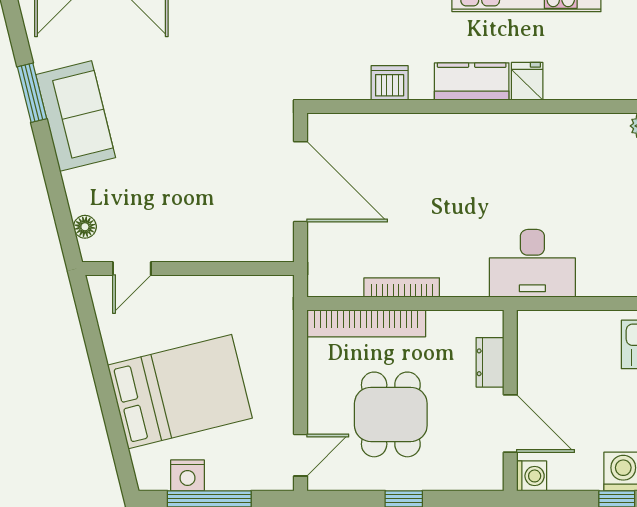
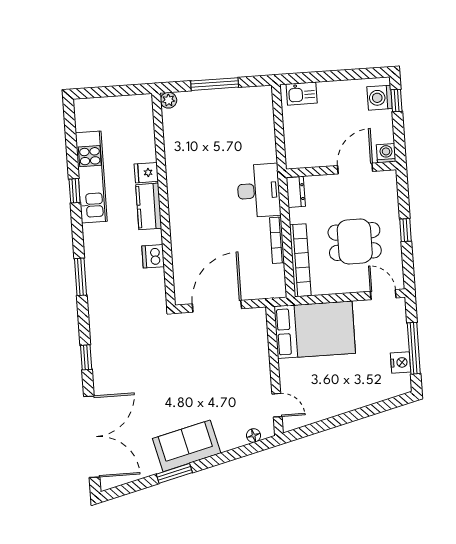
desk: (532, 263) -> (259, 191), moved
dresser: (490, 362) -> (296, 192), moved, turned -90
bed: (180, 392) -> (315, 330), moved, turned 104

